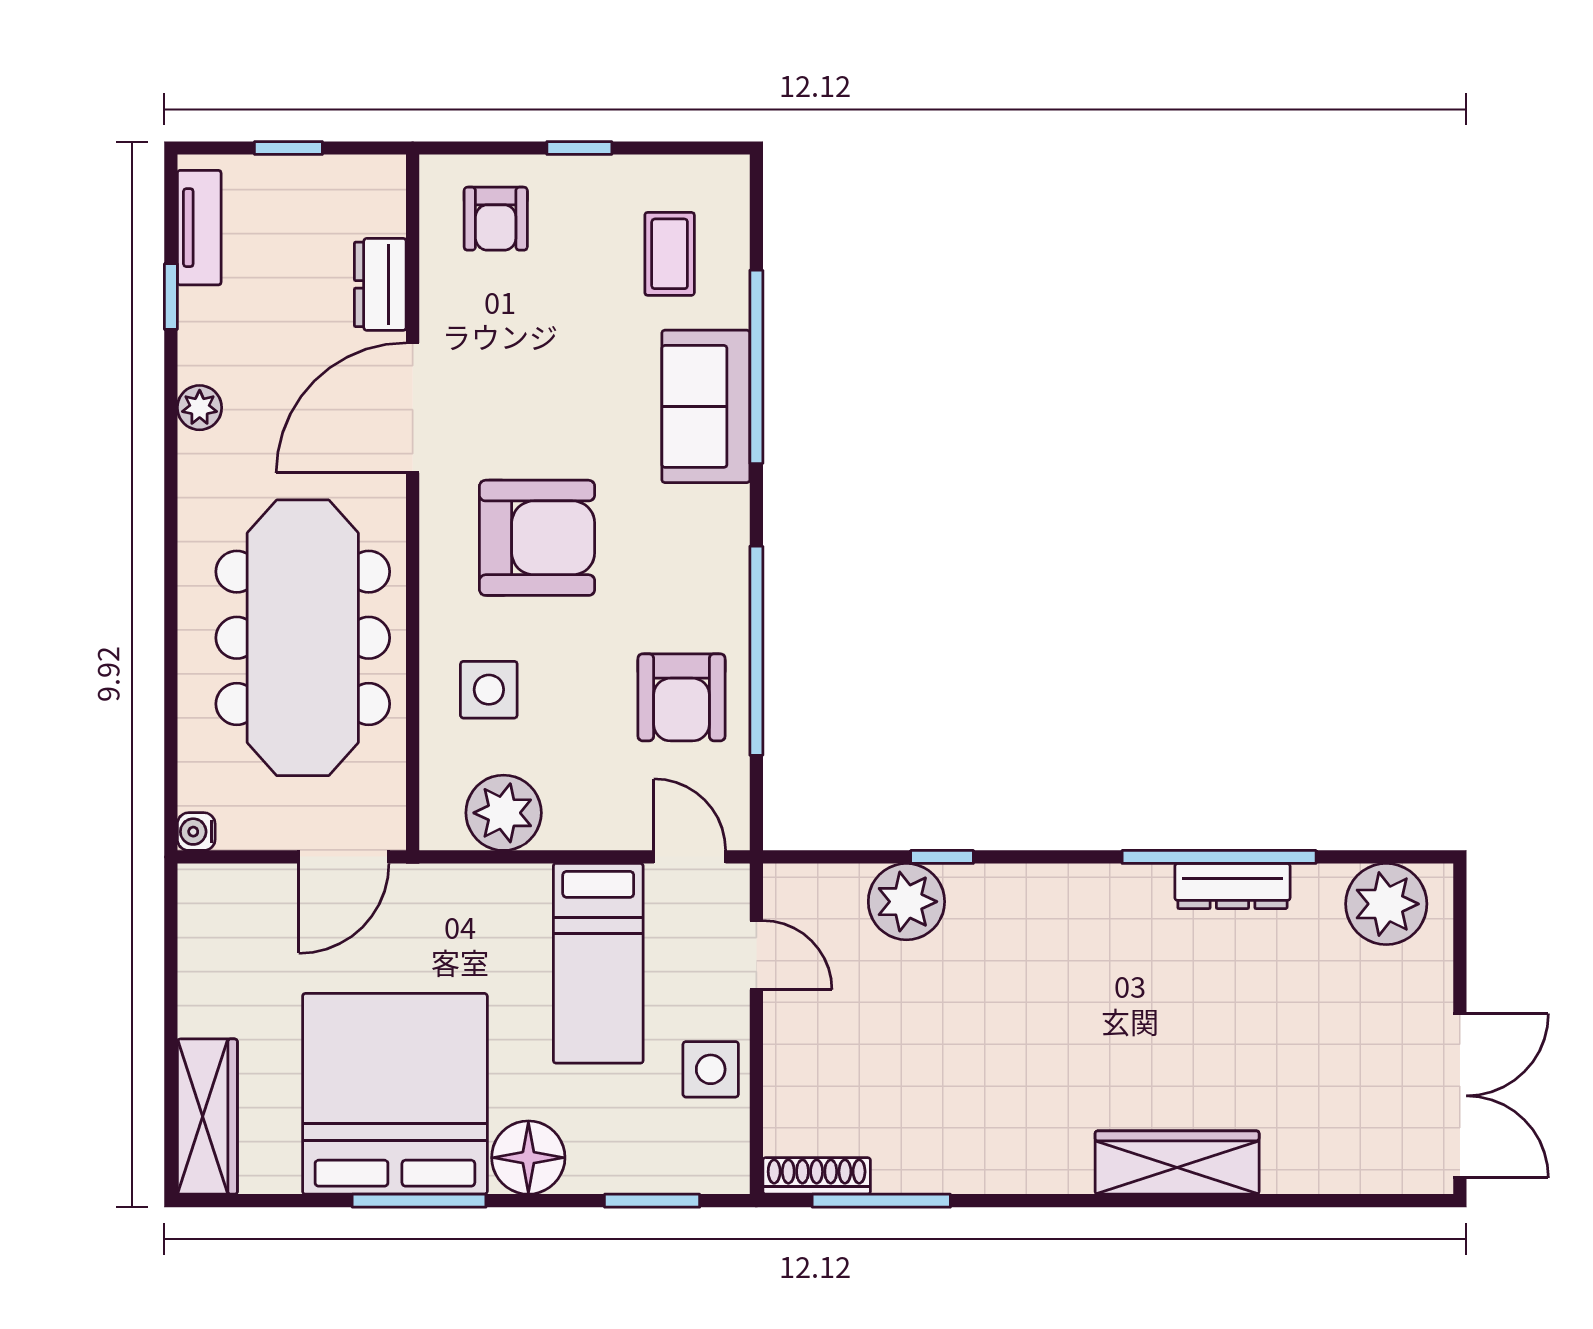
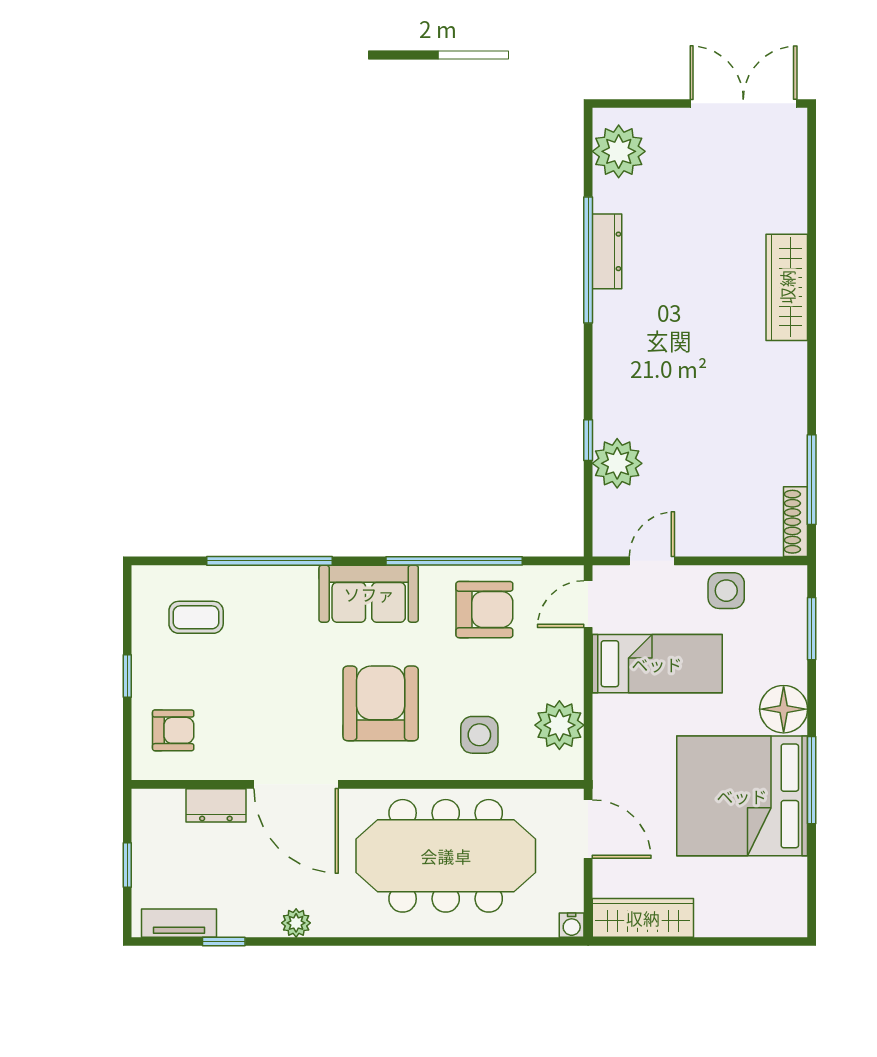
sofa: (706, 406) -> (369, 594), moved
wardrobe: (207, 1117) -> (643, 918), moved

